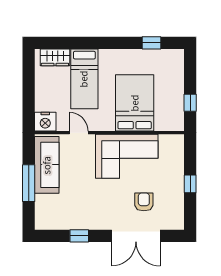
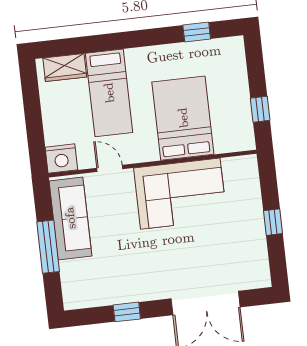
armchair: (144, 202) -> (211, 255), removed

